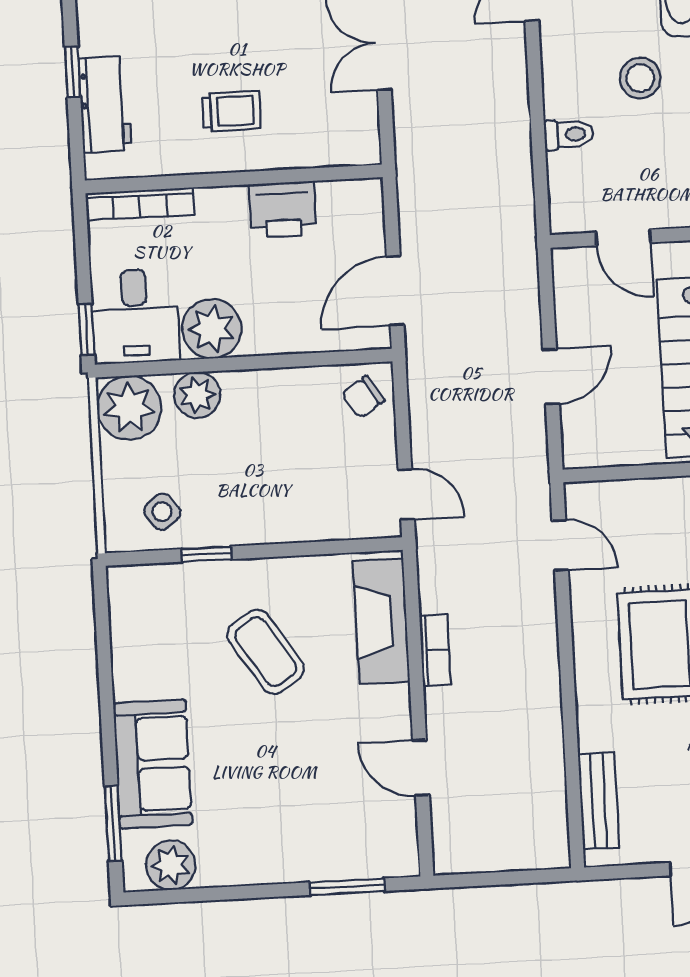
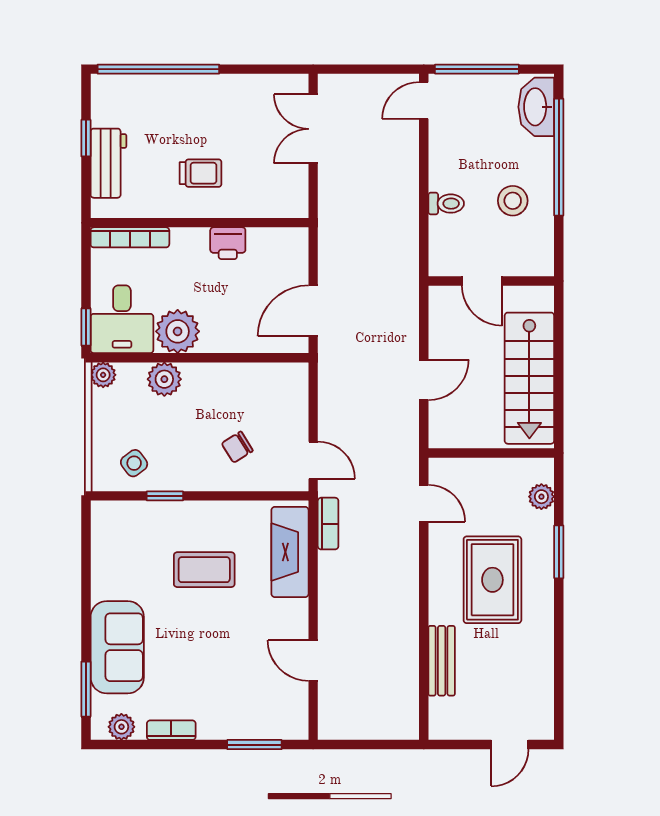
stool: (640, 78) -> (513, 201), moved
printer: (283, 210) -> (228, 243), width x0.73, depth x0.81
chair: (363, 397) -> (237, 447), moved
plant: (129, 408) -> (103, 375), width x0.53, depth x0.53
bookcase: (435, 650) -> (328, 524), moved
coffee table: (266, 652) -> (204, 570), turned -57
bench: (599, 801) -> (442, 661), moved
plant: (171, 865) -> (121, 727), width x0.73, depth x0.73
bookcase: (233, 873) -> (171, 730), added

